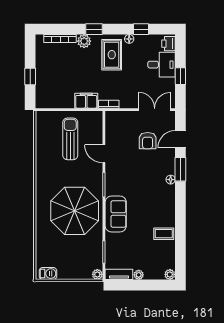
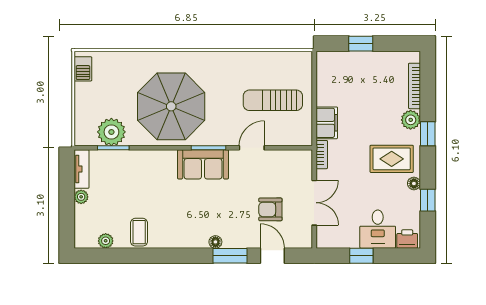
double door: (155, 110) -> (314, 203), moved
sun lounger: (70, 139) -> (273, 100), turned 180
sofa: (116, 214) -> (203, 164), moved
plant: (97, 274) -> (111, 132), moved, width x1.88, depth x1.88
plant: (170, 274) -> (106, 241), moved

